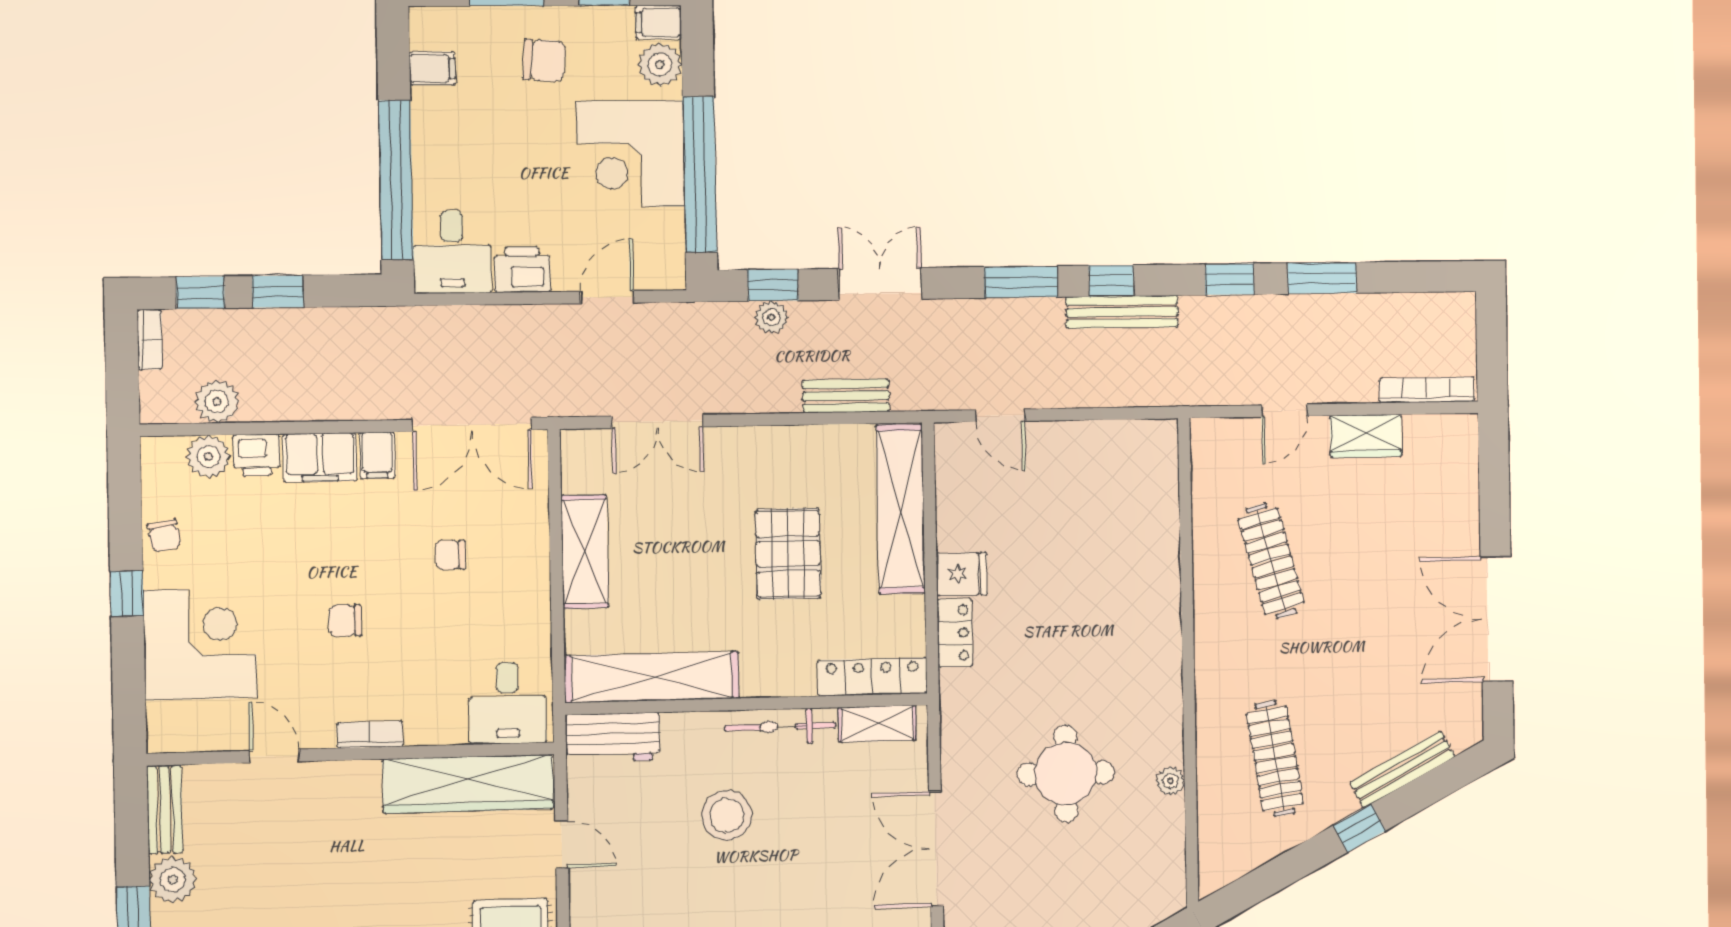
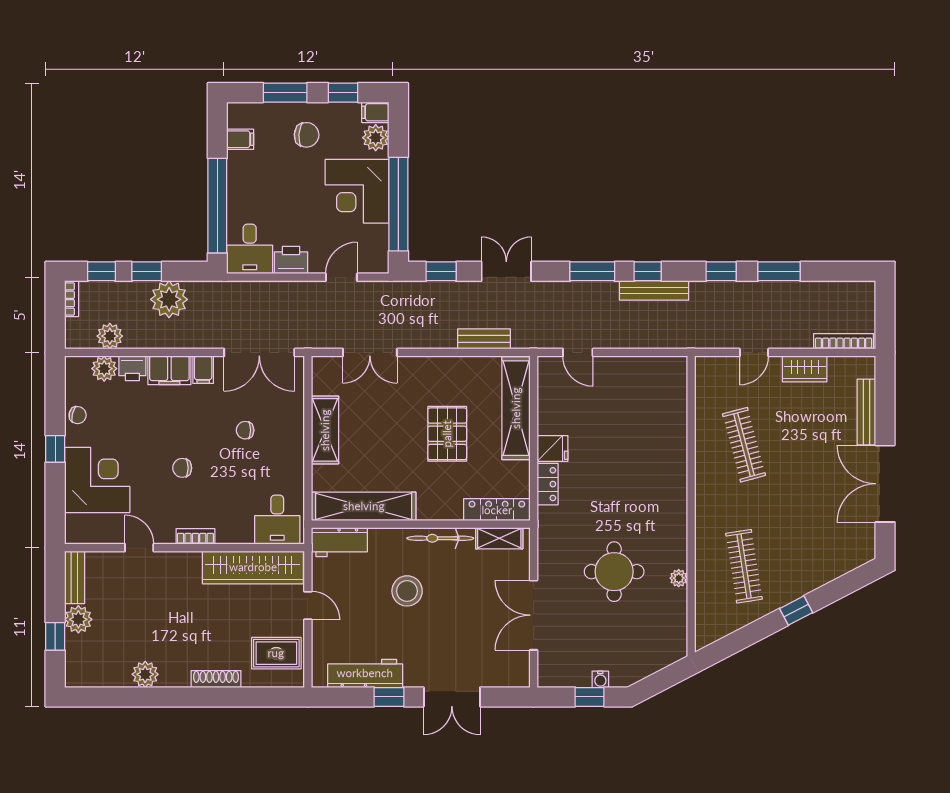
plant: (771, 317) -> (169, 299), moved, width x1.87, depth x1.87
chair: (164, 536) -> (78, 415), turned -67
bench: (1402, 769) -> (866, 412), moved, turned -63

